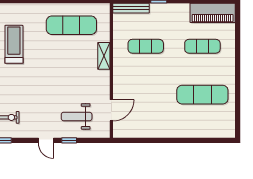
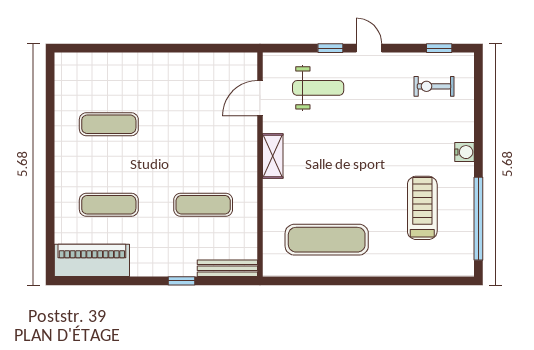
treadmill: (14, 44) -> (422, 208), turned 180
shelving: (104, 56) -> (273, 156), moved
exercise mat: (202, 95) -> (109, 124), width x0.73, depth x0.69

